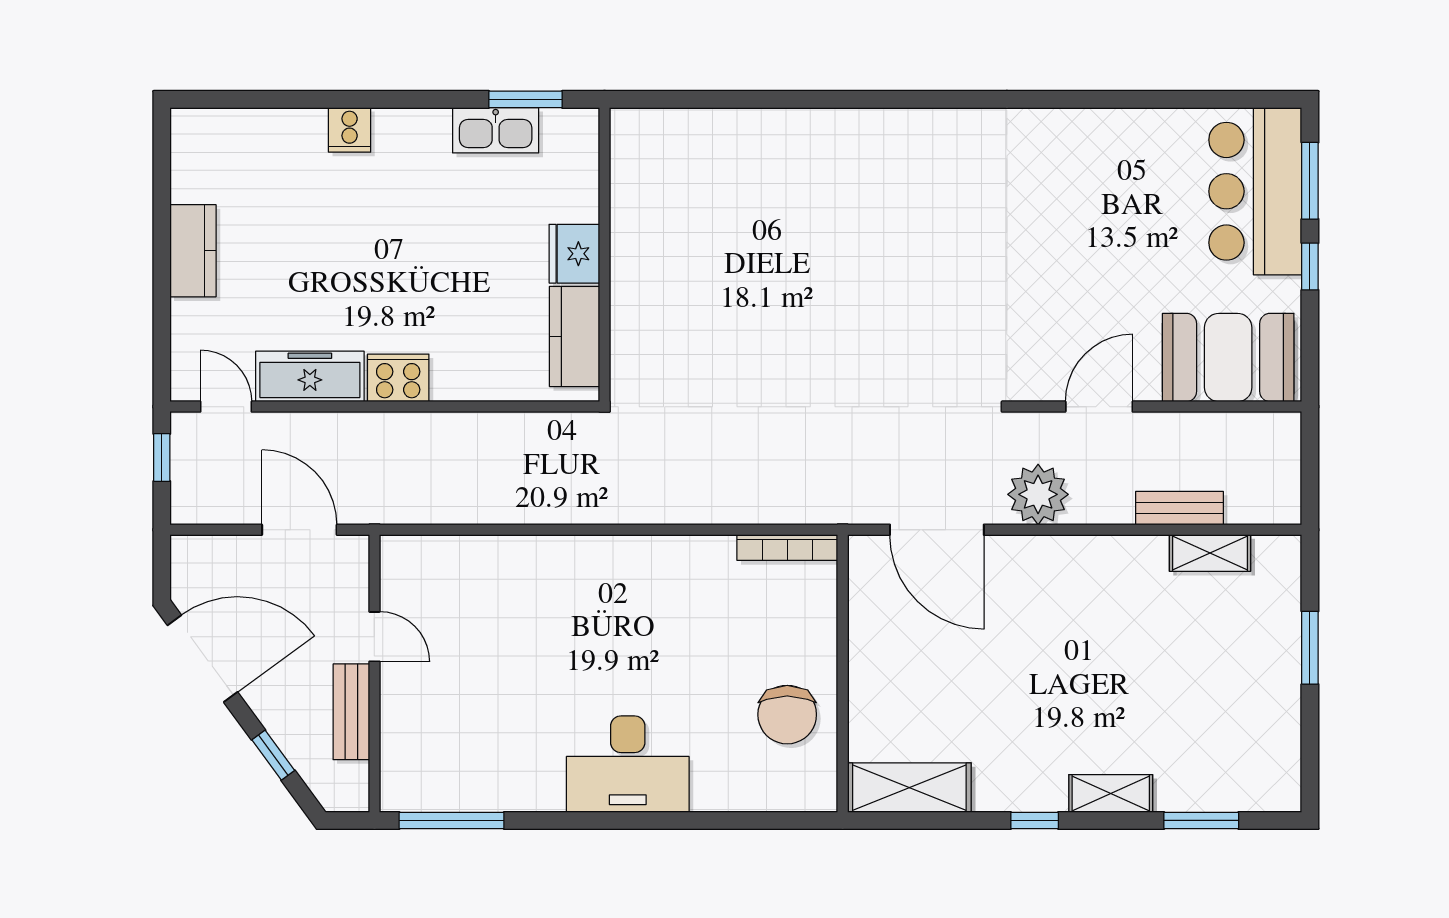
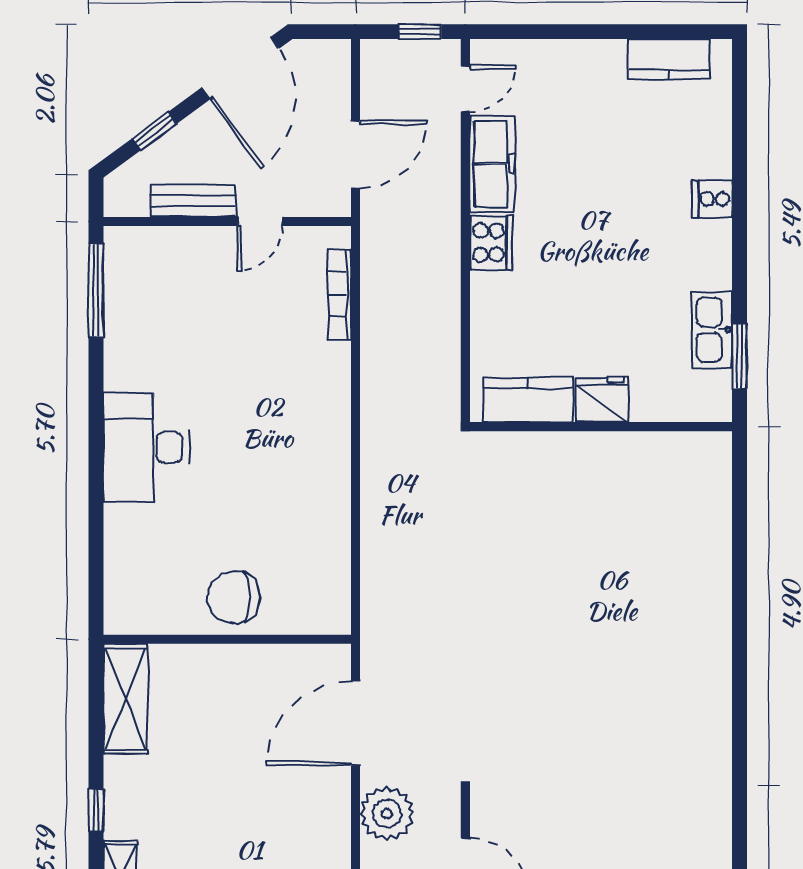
kitchen counter: (193, 251) -> (669, 59), moved
bookcase: (787, 548) -> (340, 294), moved
chair: (787, 715) -> (234, 597), moved

